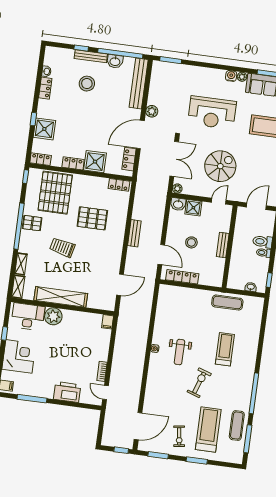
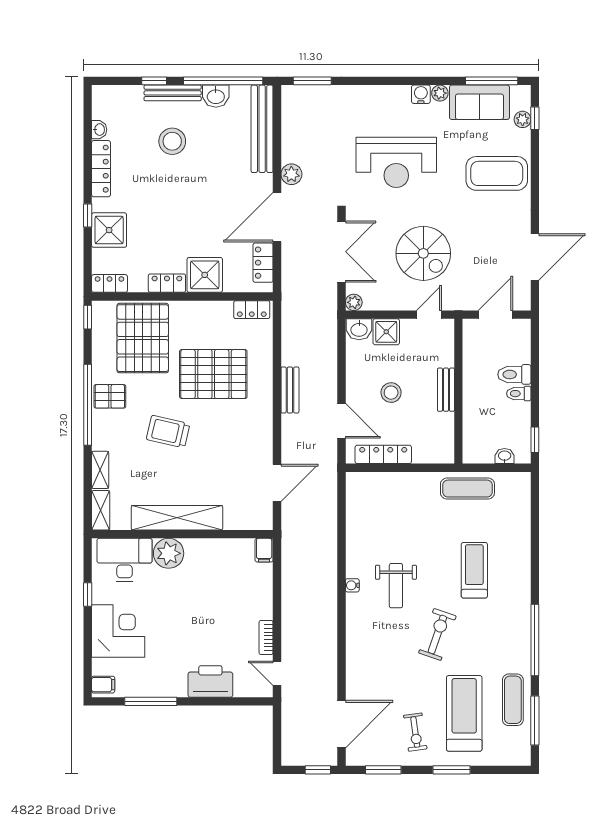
locker: (45, 88) -> (101, 169), width x1.53
spiral stairs: (220, 166) -> (423, 253), turned 90
pallet: (92, 218) -> (213, 374), width x1.37, depth x1.41

